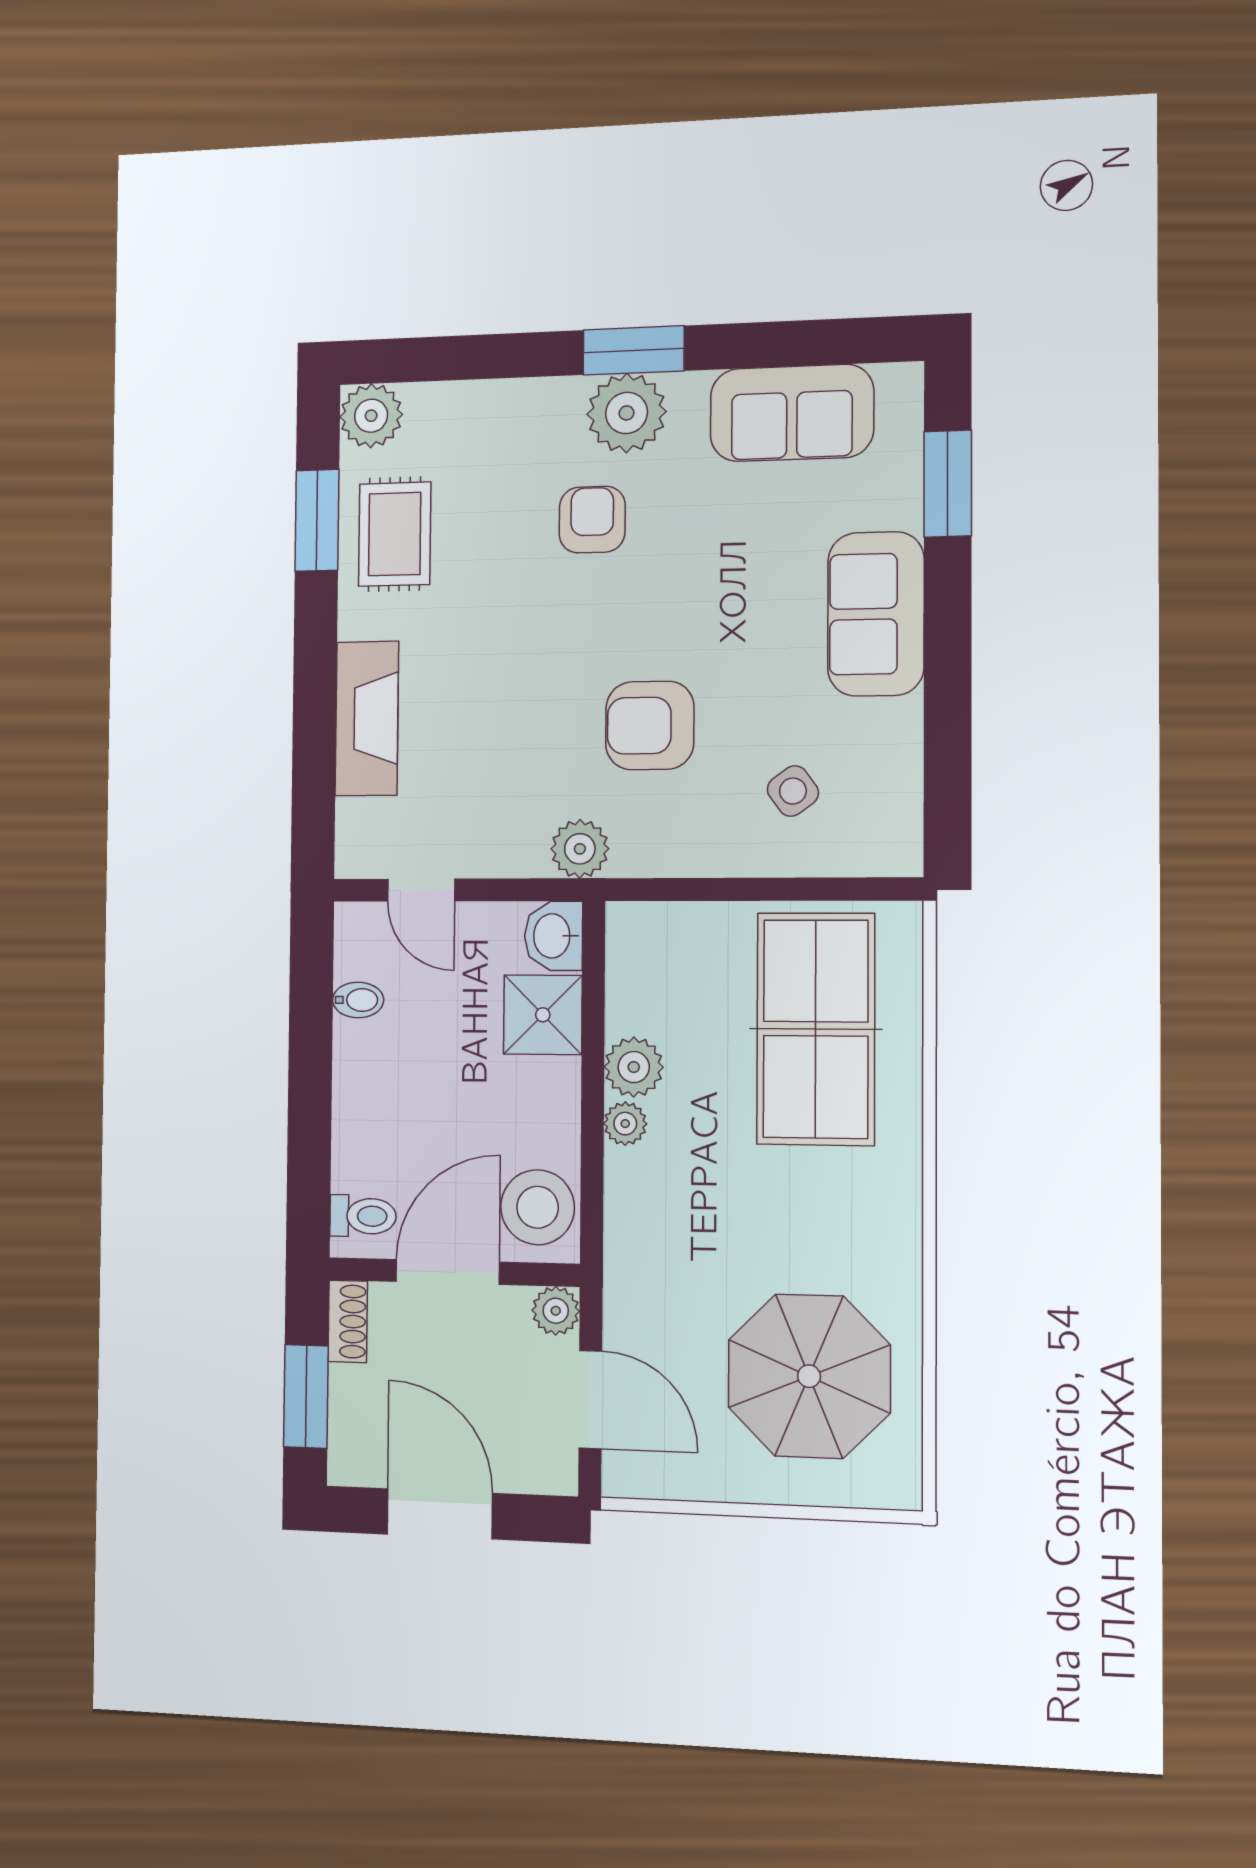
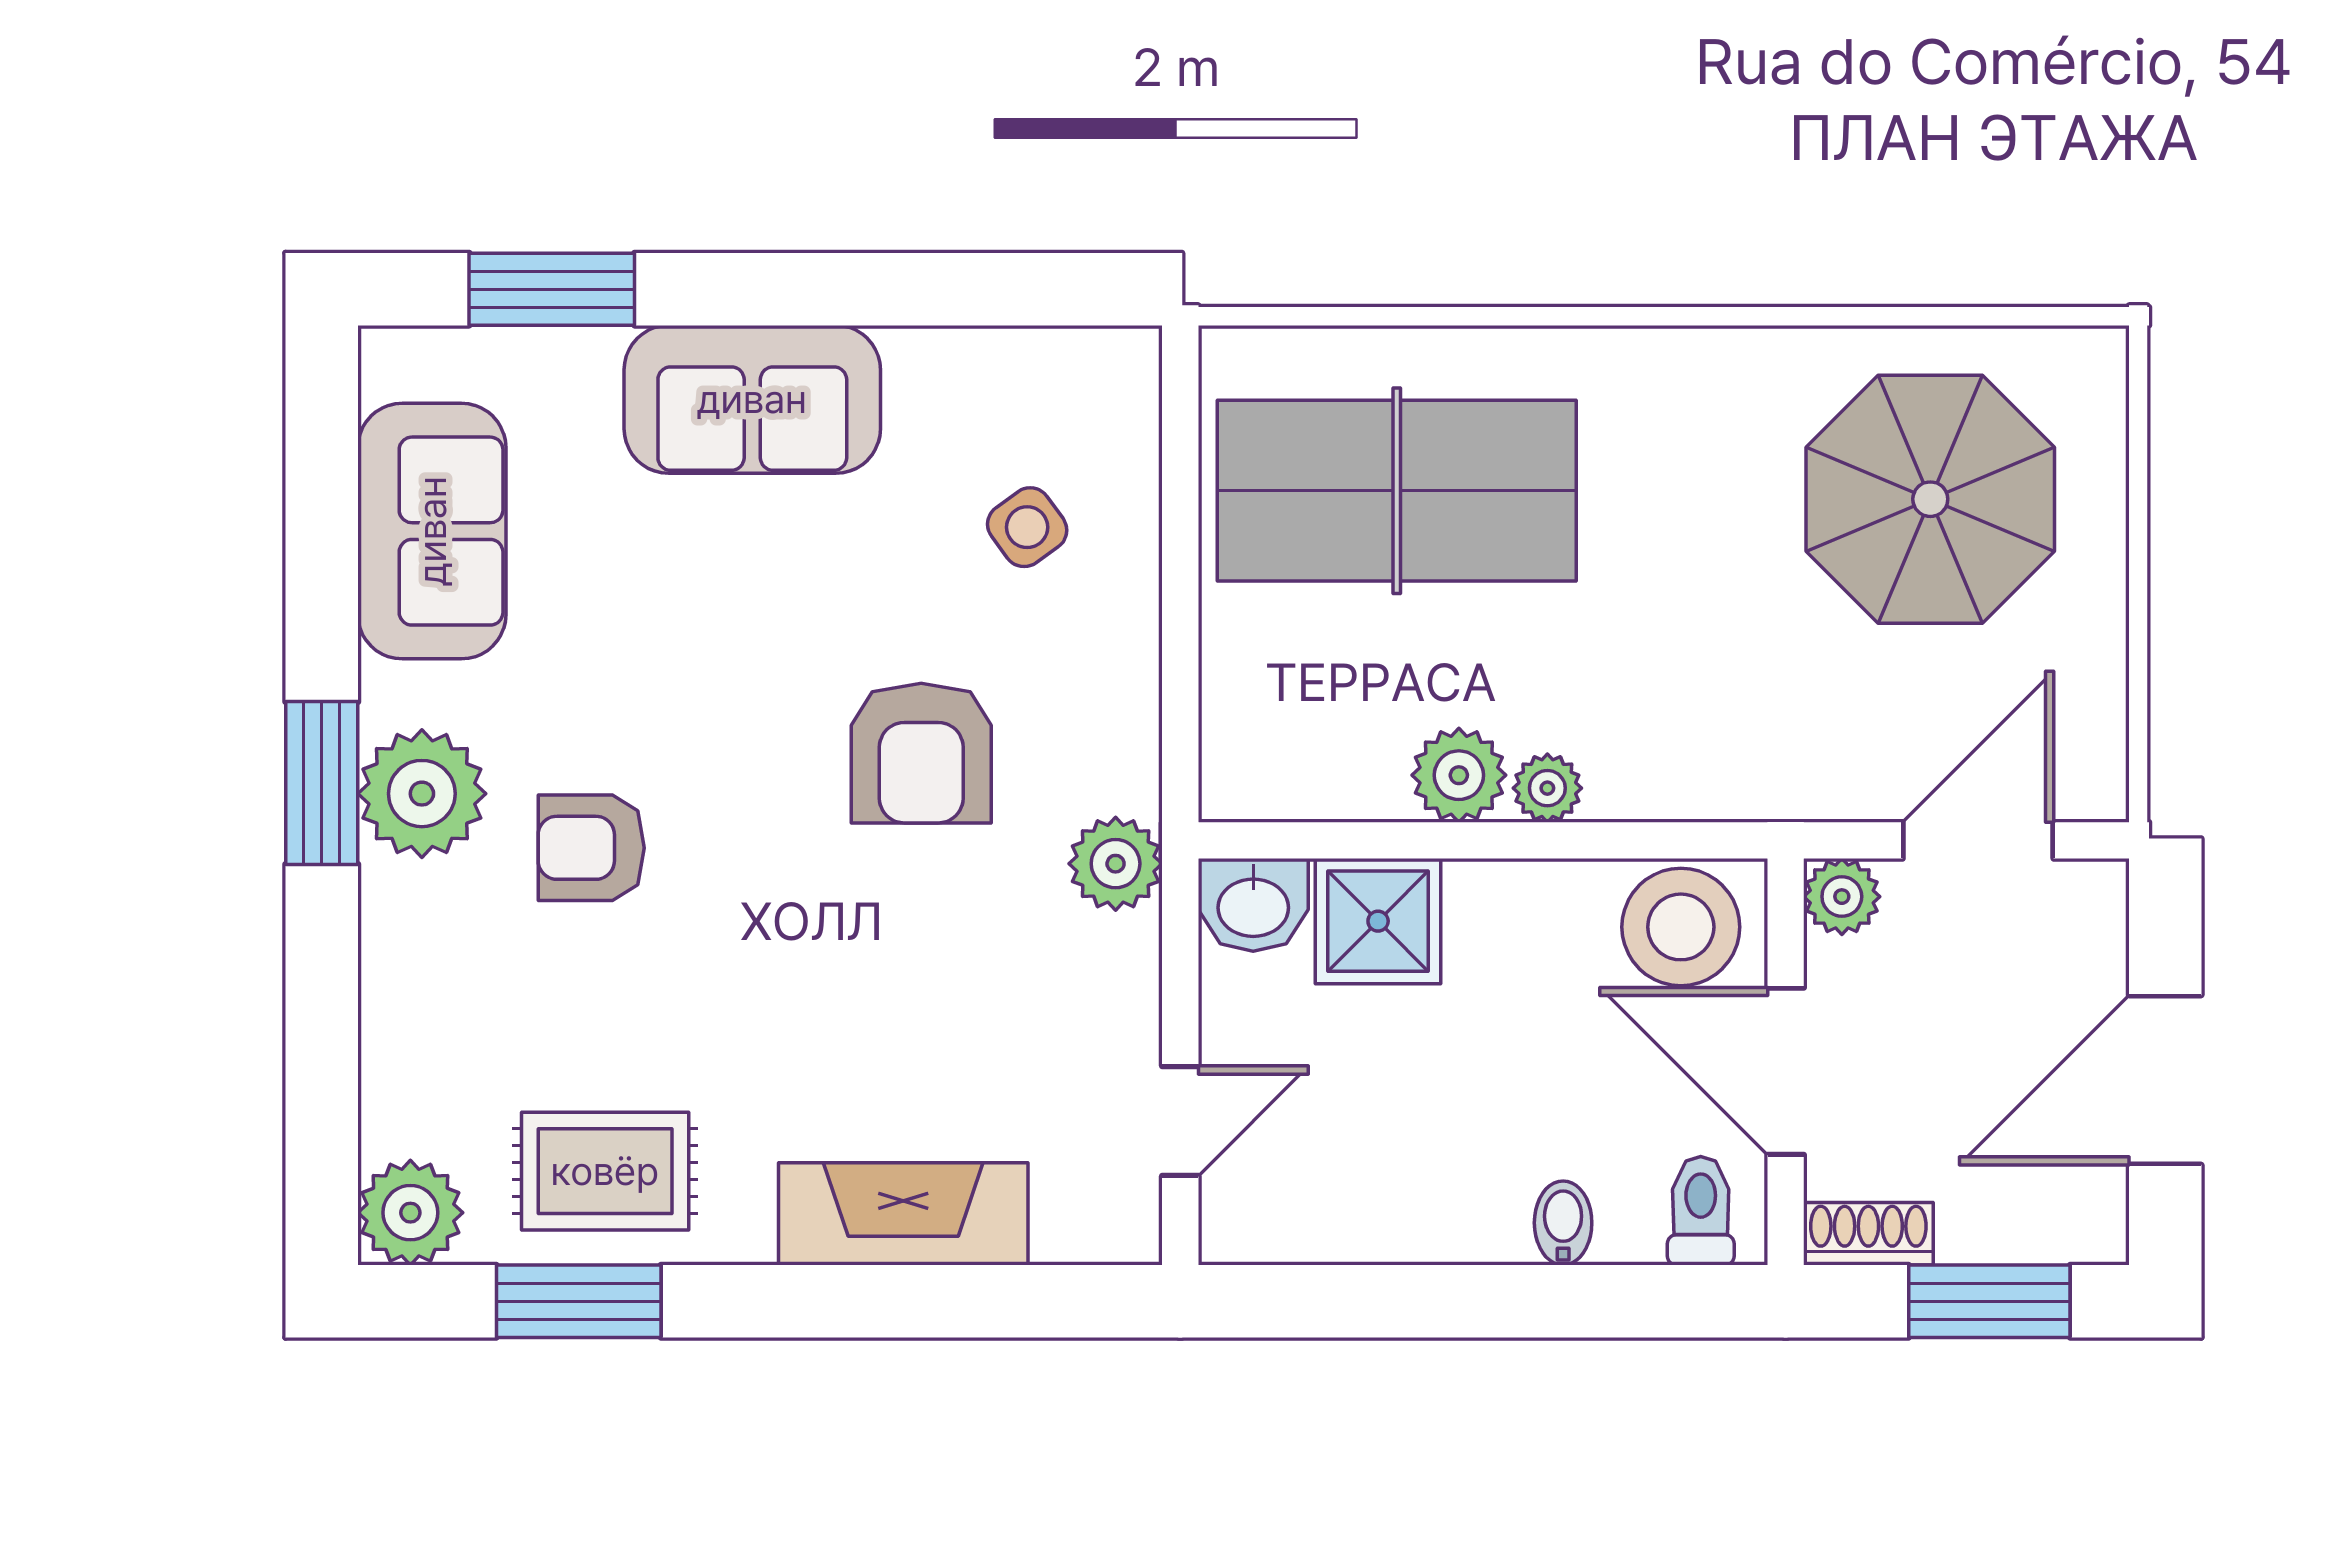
bidet: (358, 1000) -> (1563, 1223), moved

